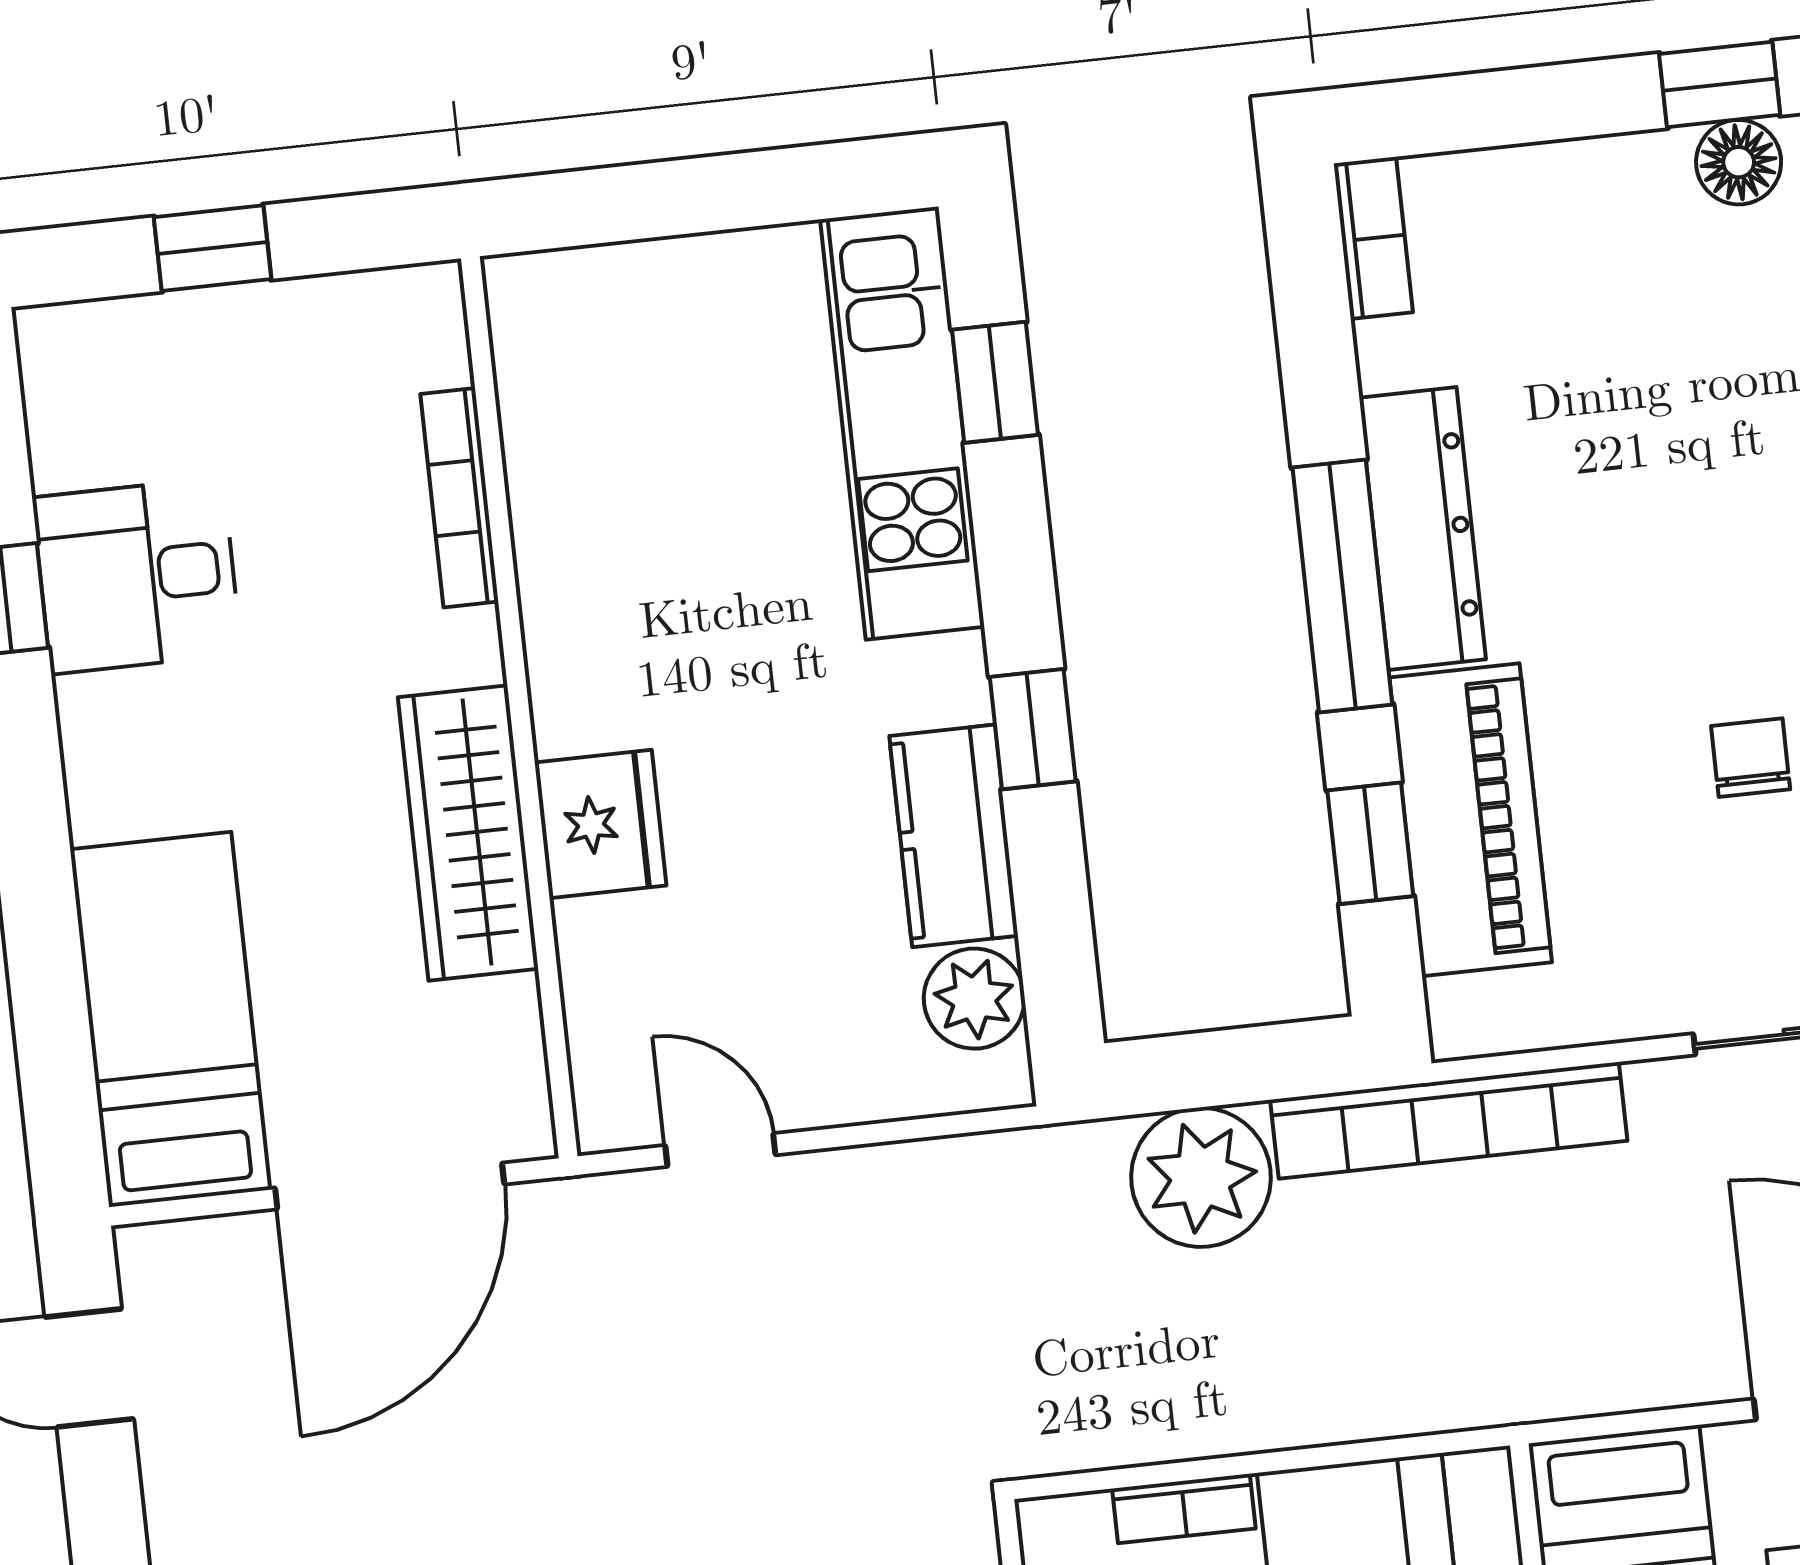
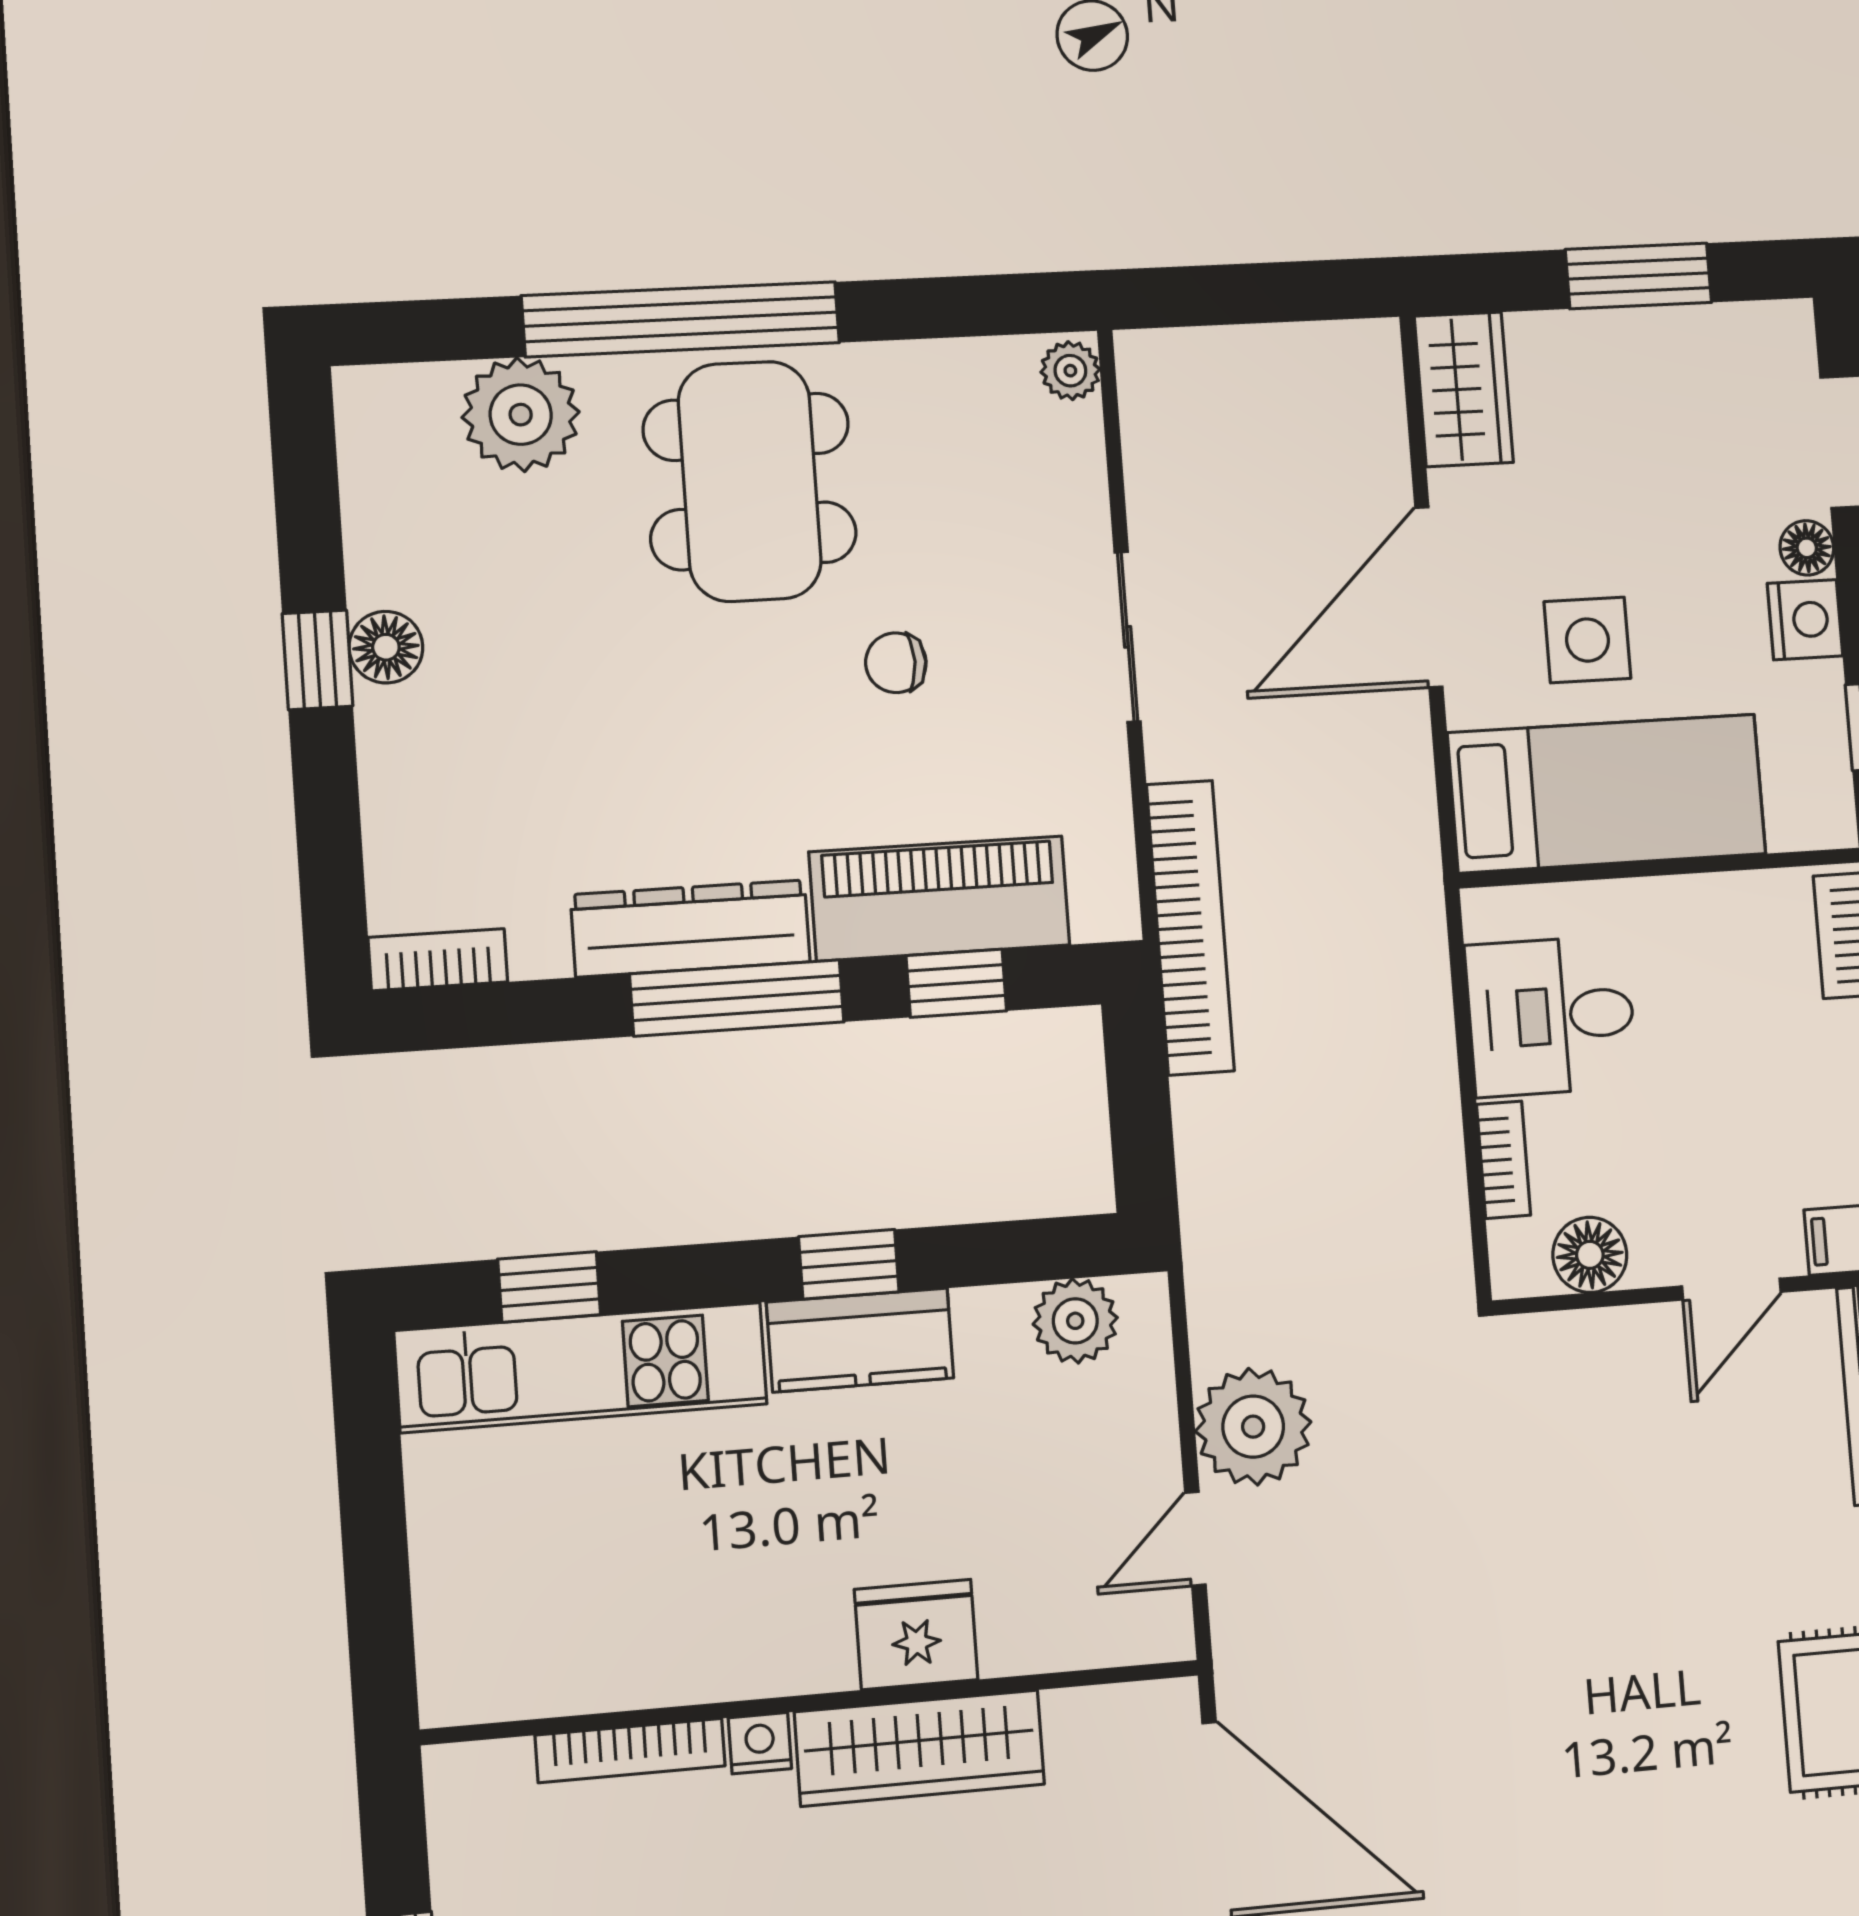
nightstand: (471, 647) -> (760, 1743), added
kitchen counter: (954, 836) -> (860, 1340), moved
plant: (1201, 1177) -> (1253, 1427), moved

